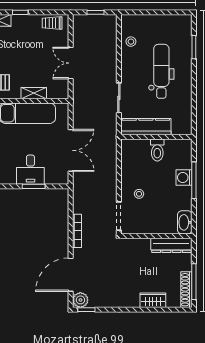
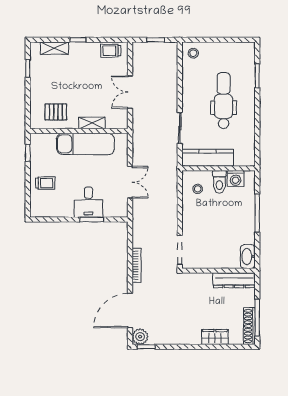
stool: (131, 42) -> (193, 53), moved
double door: (71, 150) -> (130, 182), width x0.73
washing machine: (184, 178) -> (236, 179), moved, turned -90
stool: (139, 194) -> (198, 189), moved

